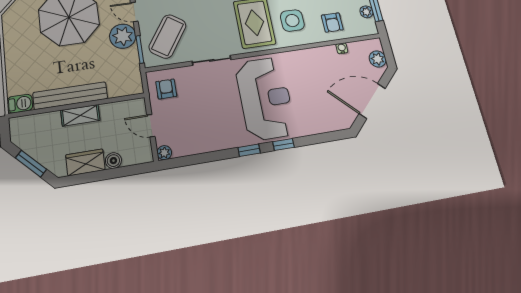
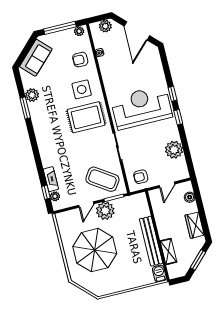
plant: (366, 12) -> (79, 31), moved
armchair: (332, 22) -> (80, 60), turned 180
shelving: (80, 115) -> (168, 251), moved
plant: (164, 153) -> (174, 150), moved, width x1.87, depth x1.87
boiler: (113, 161) -> (190, 197), moved

